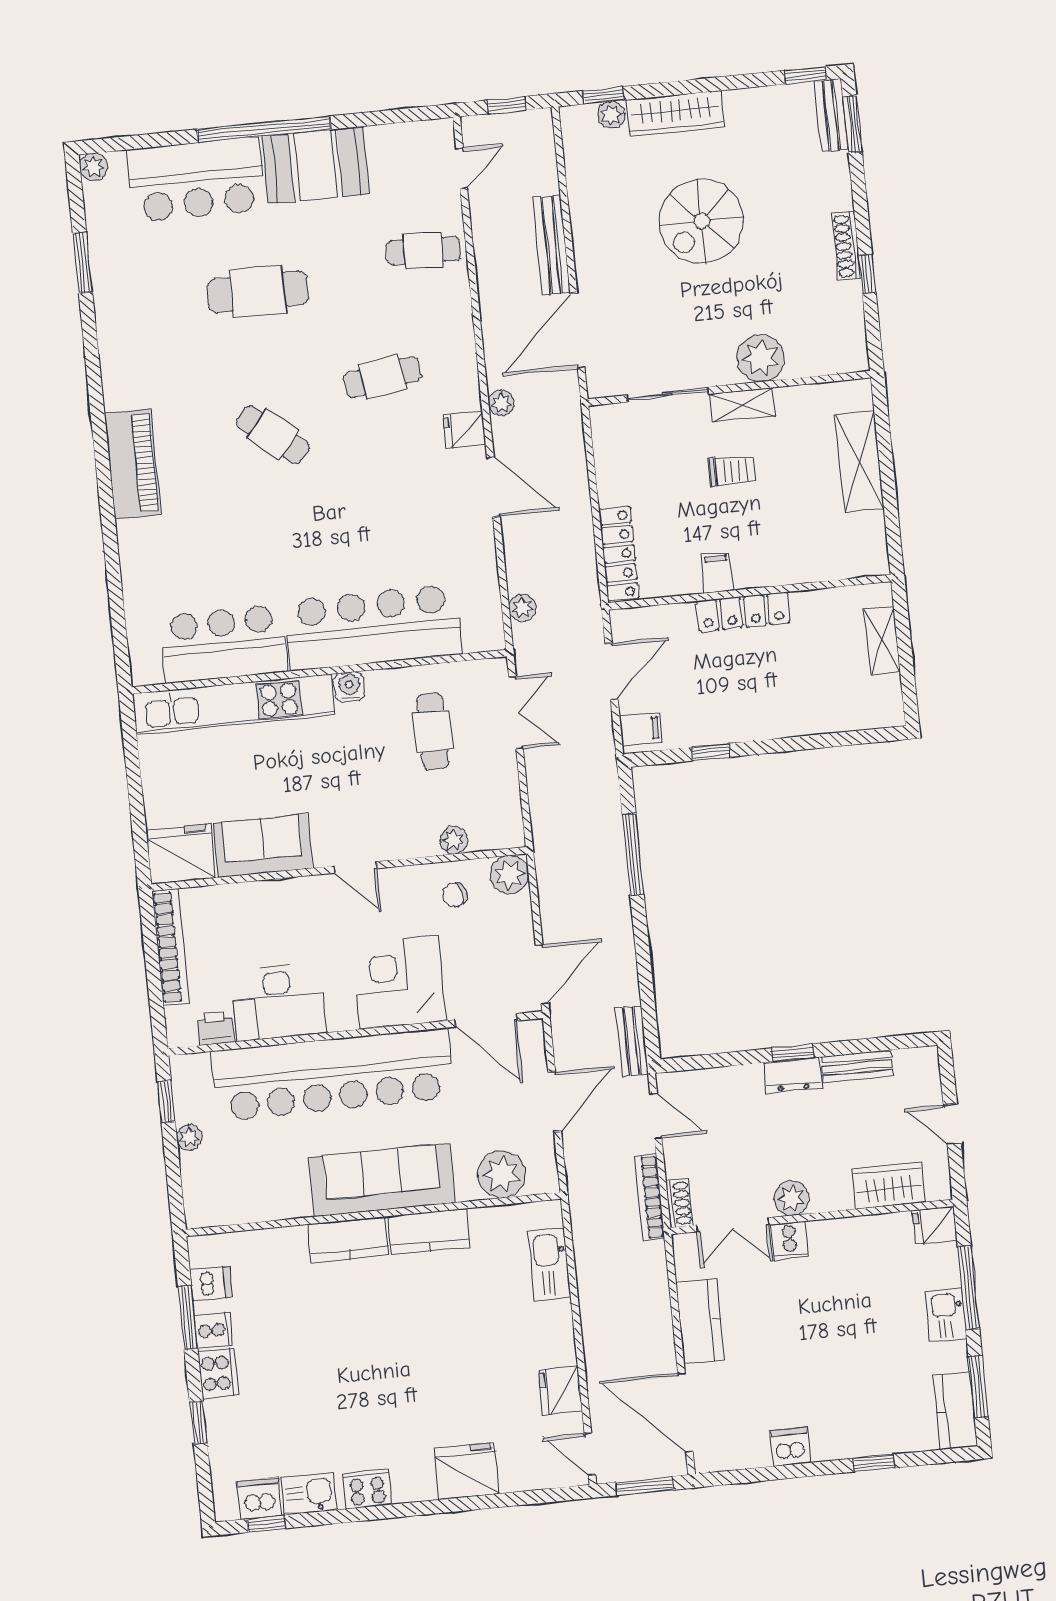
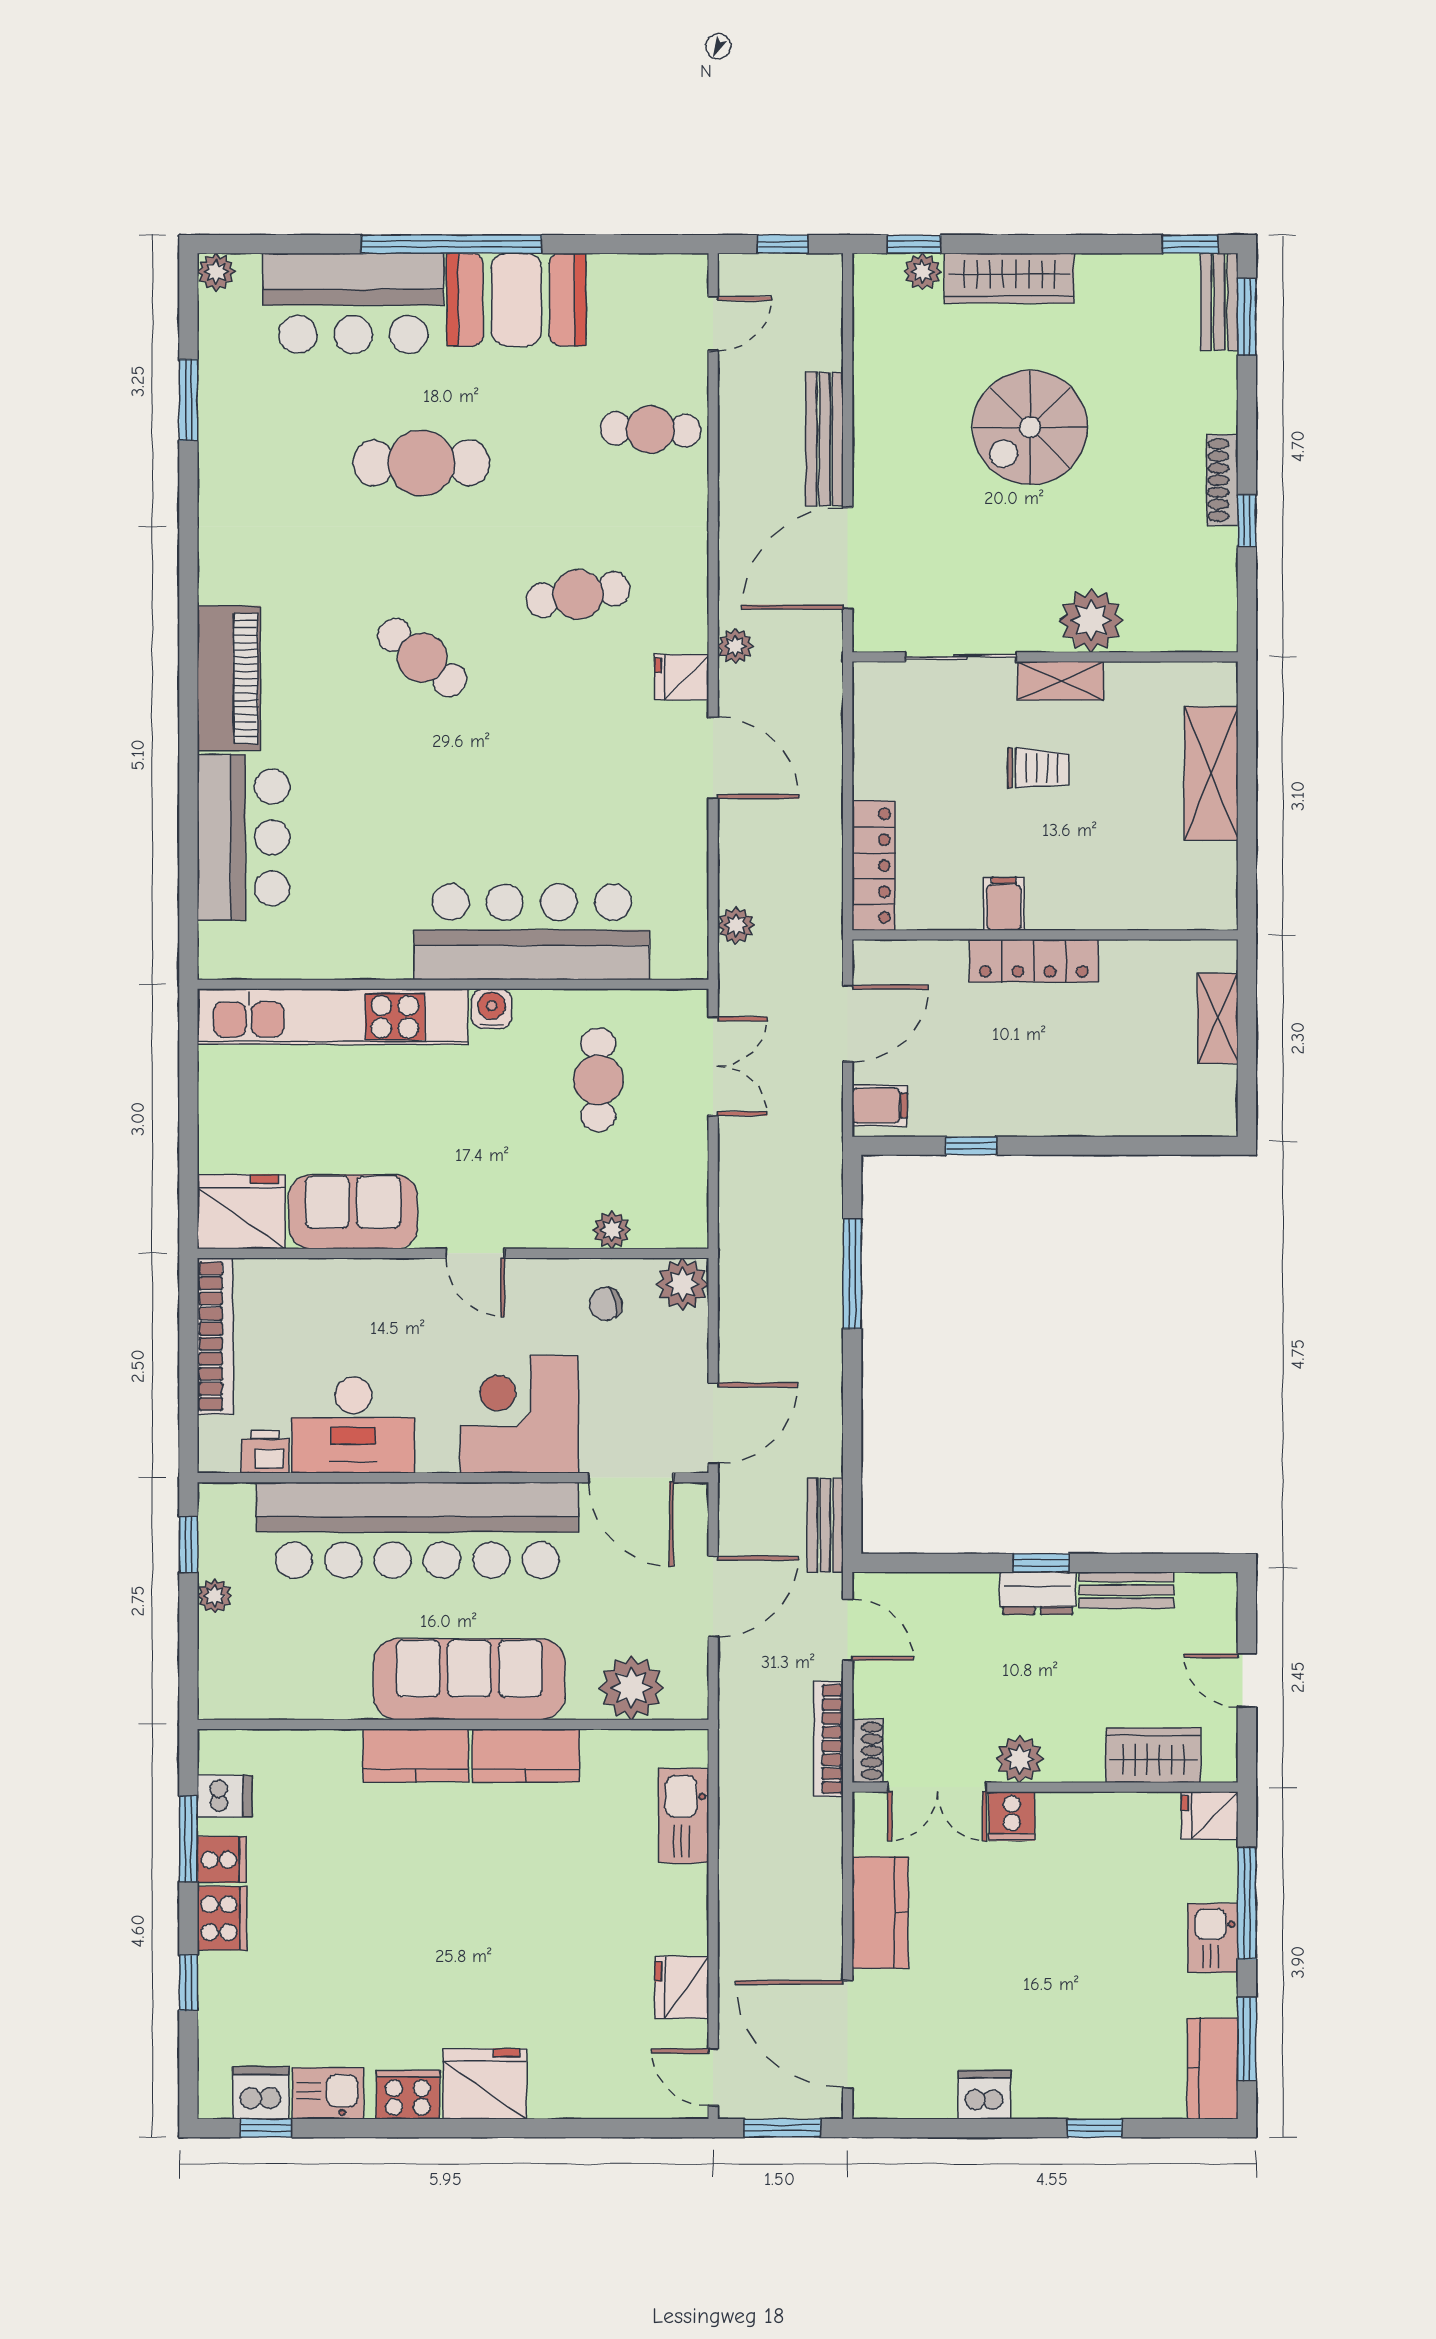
bar counter: (223, 644) -> (243, 837), moved, turned 90
fridge: (467, 1471) -> (485, 2084), moved

